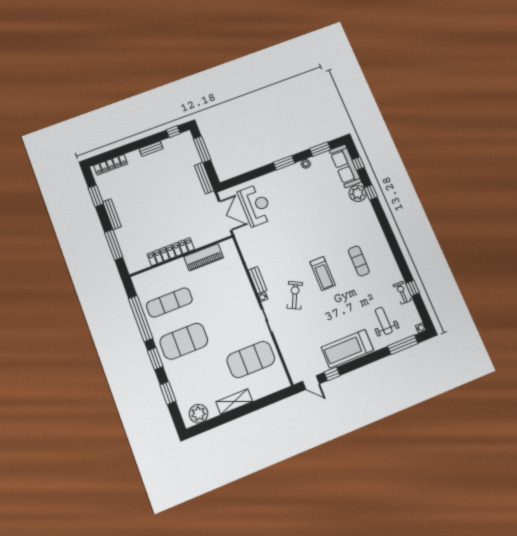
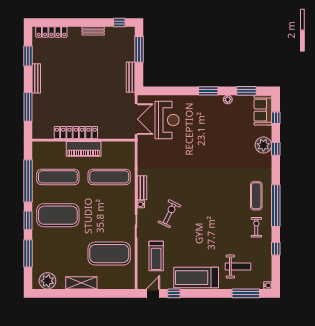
sofa: (345, 166) -> (263, 110), width x0.73
window: (394, 246) -> (276, 206), added
piano: (204, 257) -> (84, 149), moved
exercise mat: (359, 261) -> (256, 196), moved
treadmill: (323, 274) -> (156, 256), moved
exercise mat: (221, 282) -> (109, 177), added
exercise bike: (402, 293) -> (256, 227), moved
weight bench: (384, 321) -> (238, 267), turned 90
door: (311, 383) -> (153, 293), swing flipped
window: (168, 393) -> (28, 253), width x1.44

